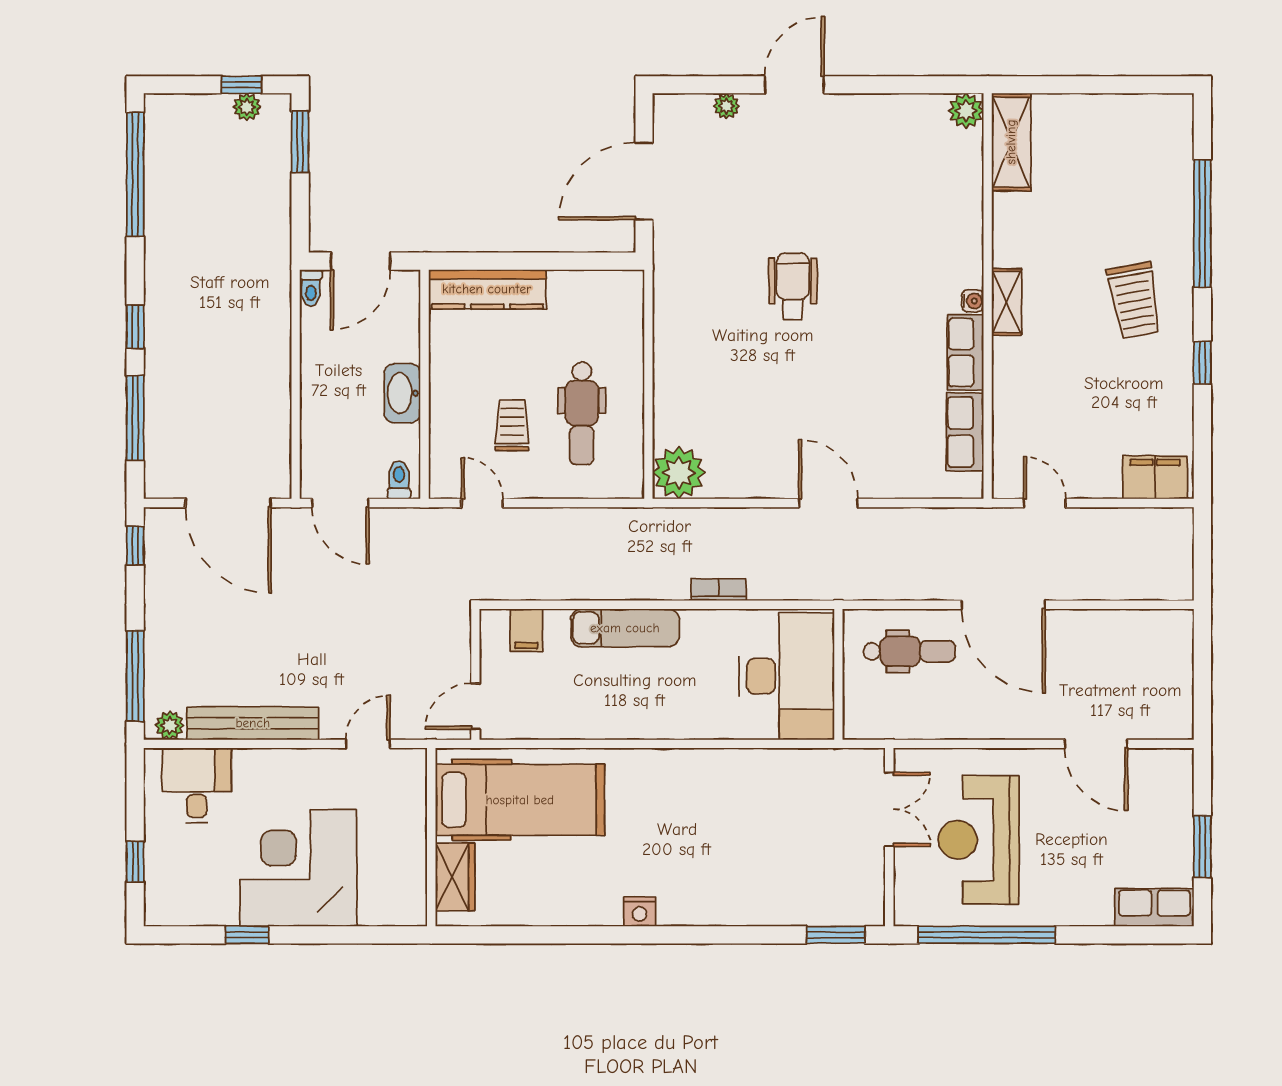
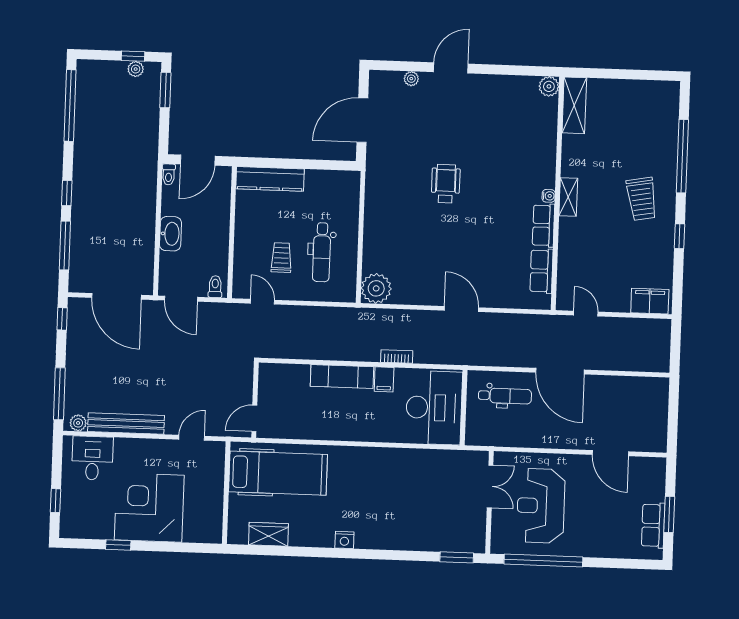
washbasin: (402, 393) -> (170, 234), moved, turned 180
filing cabinet: (526, 630) -> (384, 379), moved
wardrobe: (455, 877) -> (268, 534), moved, turned -90
row of seats: (1154, 907) -> (653, 525), moved, turned -90

